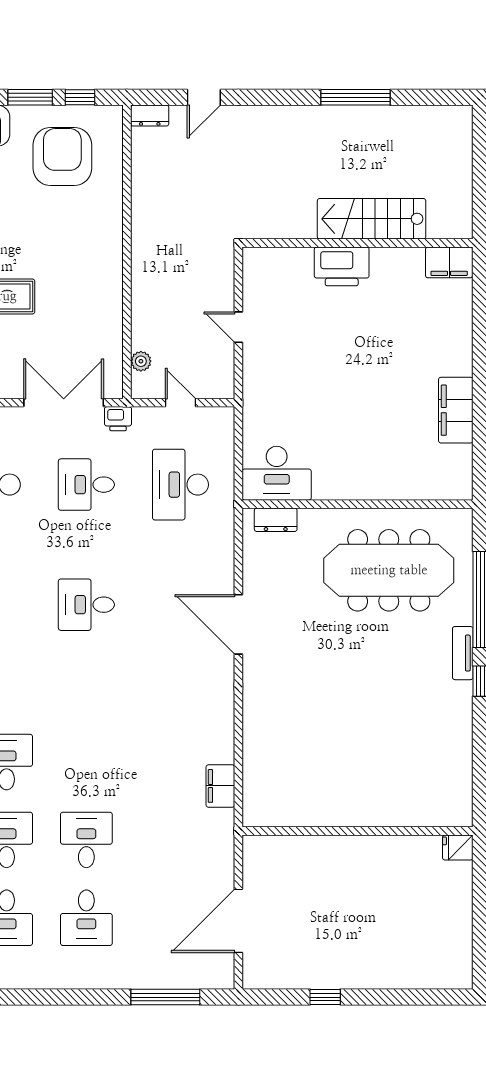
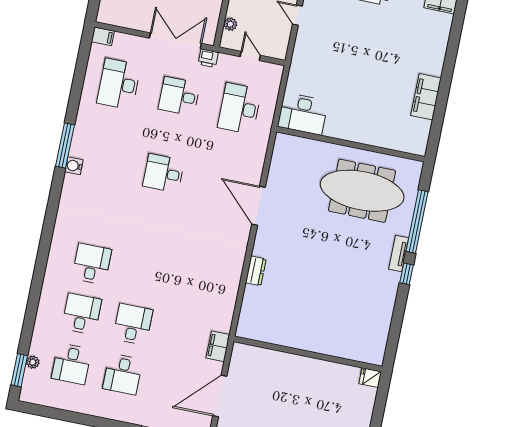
dresser: (276, 520) -> (256, 271), moved, turned -90
filing cabinet: (220, 786) -> (218, 346), moved

